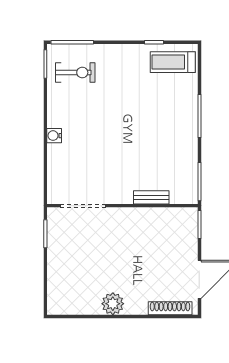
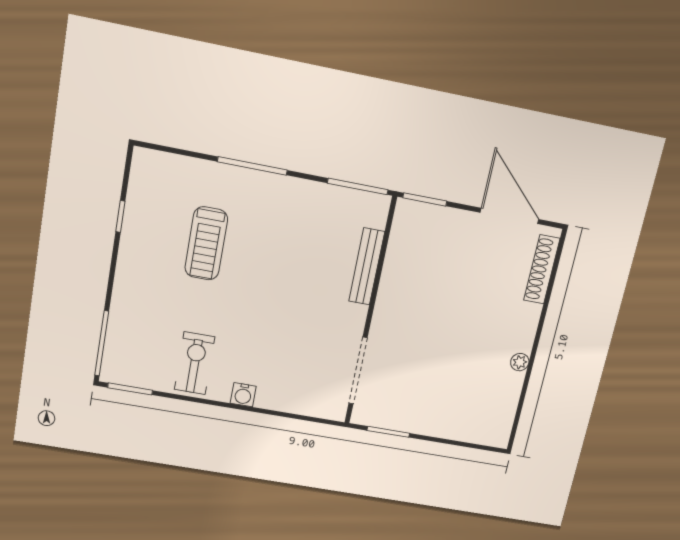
treadmill: (173, 62) -> (206, 243), moved
exercise bike: (75, 73) -> (195, 363), moved
bench: (151, 197) -> (367, 267), width x1.36
plant: (113, 304) -> (520, 362), width x0.53, depth x0.53

